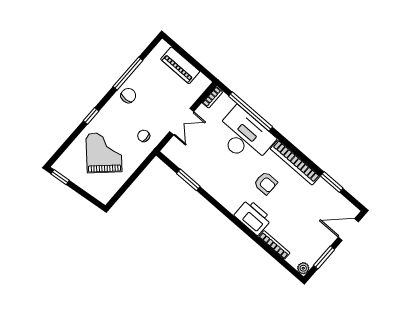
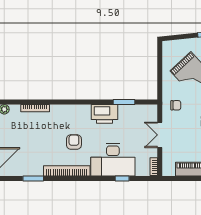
window: (251, 112) -> (122, 179), width x0.32
armchair: (266, 183) -> (74, 142), turned 90
printer: (253, 217) -> (104, 114), moved

